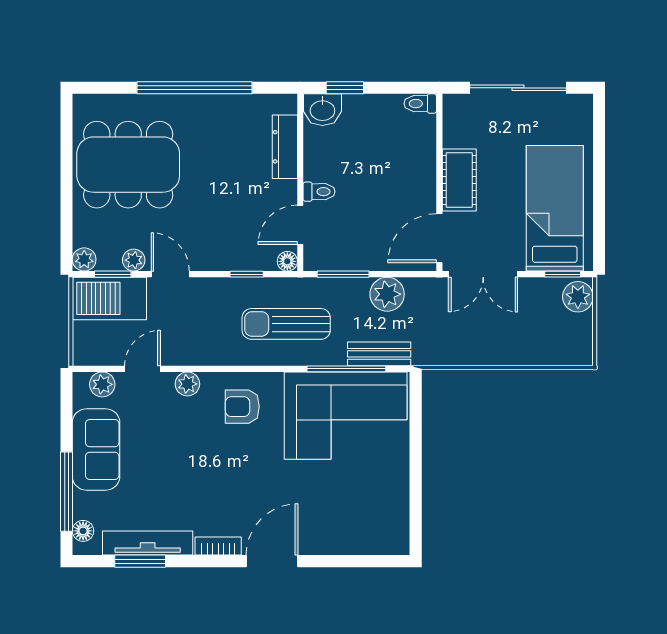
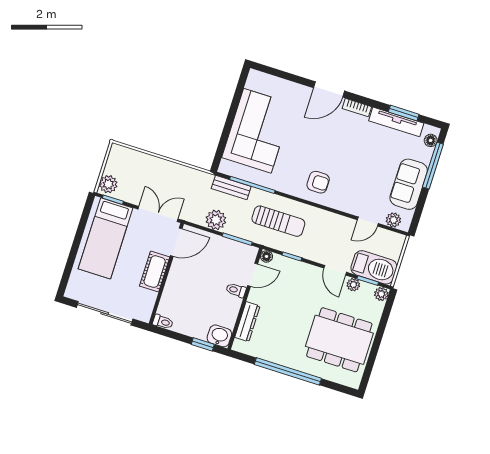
plant: (187, 384) -> (345, 205), removed
corner sofa: (346, 416) -> (257, 131), moved, turned 90

